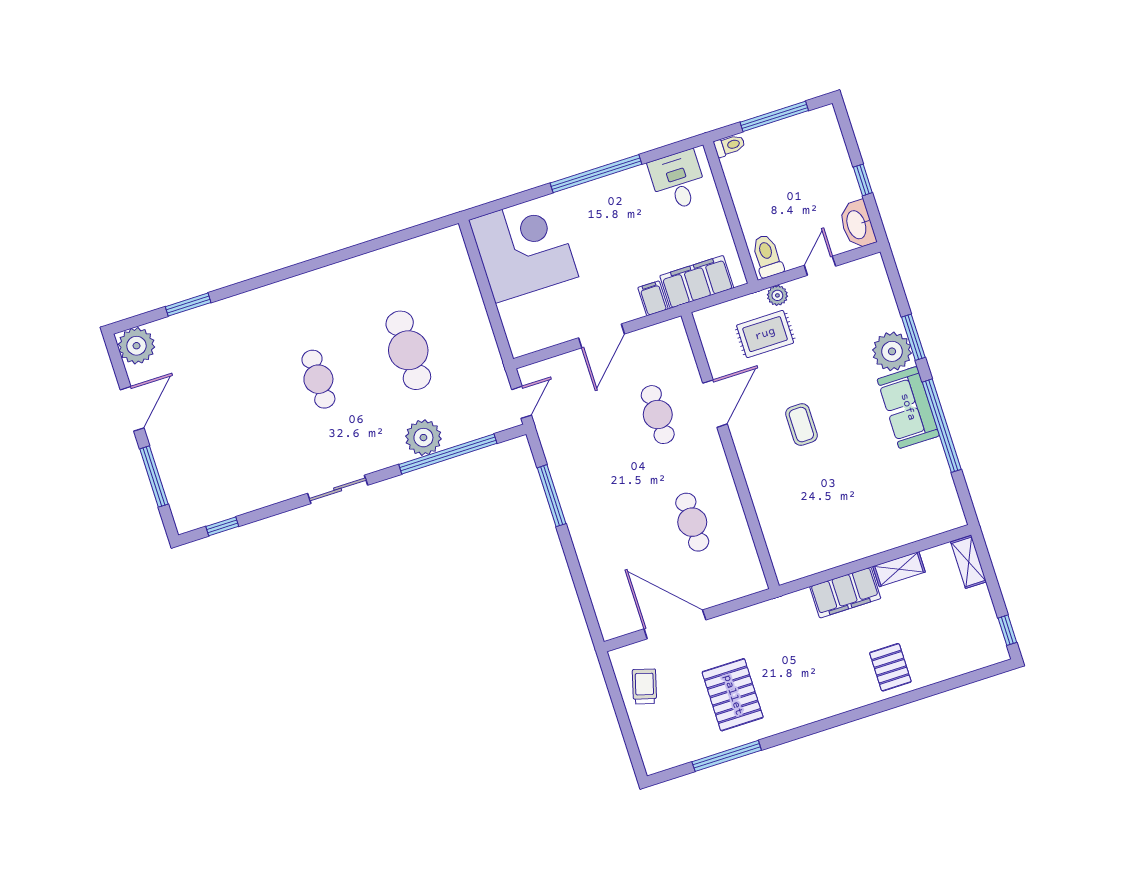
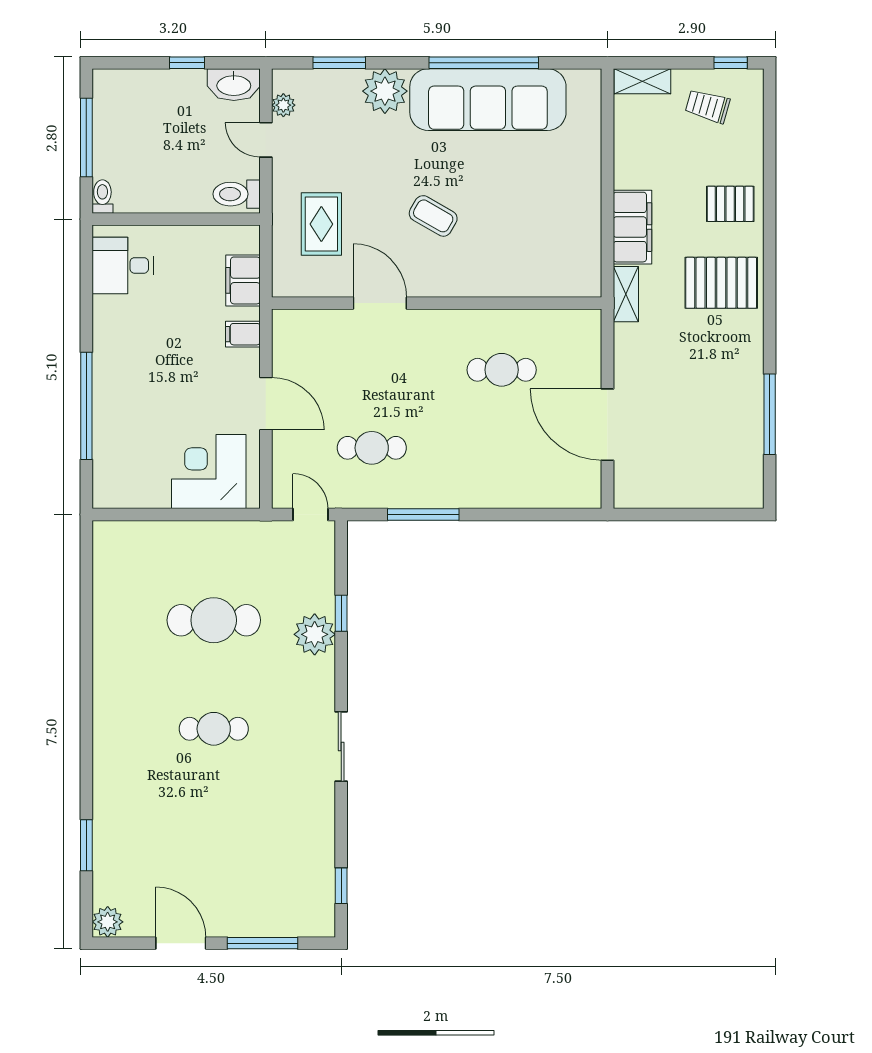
window: (596, 174) -> (86, 406), moved
corner desk: (524, 248) -> (209, 472), moved, width x0.74, depth x0.74
filing cabinet: (697, 282) -> (243, 280), width x0.67, depth x0.86
plant: (777, 295) -> (283, 105), moved
window: (913, 337) -> (339, 63), moved
plant: (136, 346) -> (108, 922), width x0.73, depth x0.73
sofa: (908, 407) -> (488, 100), width x1.85, depth x1.27
cafe table: (658, 415) -> (372, 448), moved
coffee table: (801, 425) -> (433, 216), turned 30
window: (448, 454) -> (341, 613), width x0.32
shelving: (899, 569) -> (626, 294), moved
door: (675, 624) -> (608, 425), hinge flipped
trolley: (644, 686) -> (708, 106), moved
pallet: (733, 695) -> (721, 283), moved

